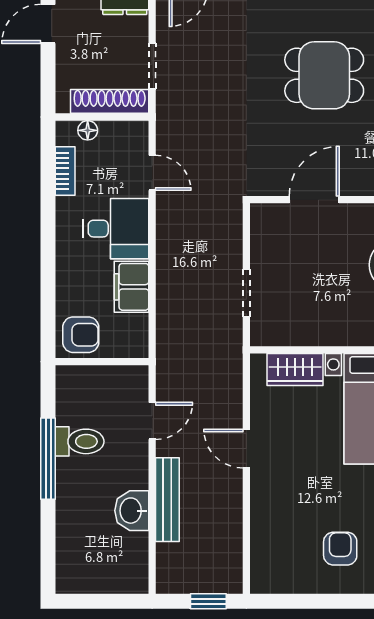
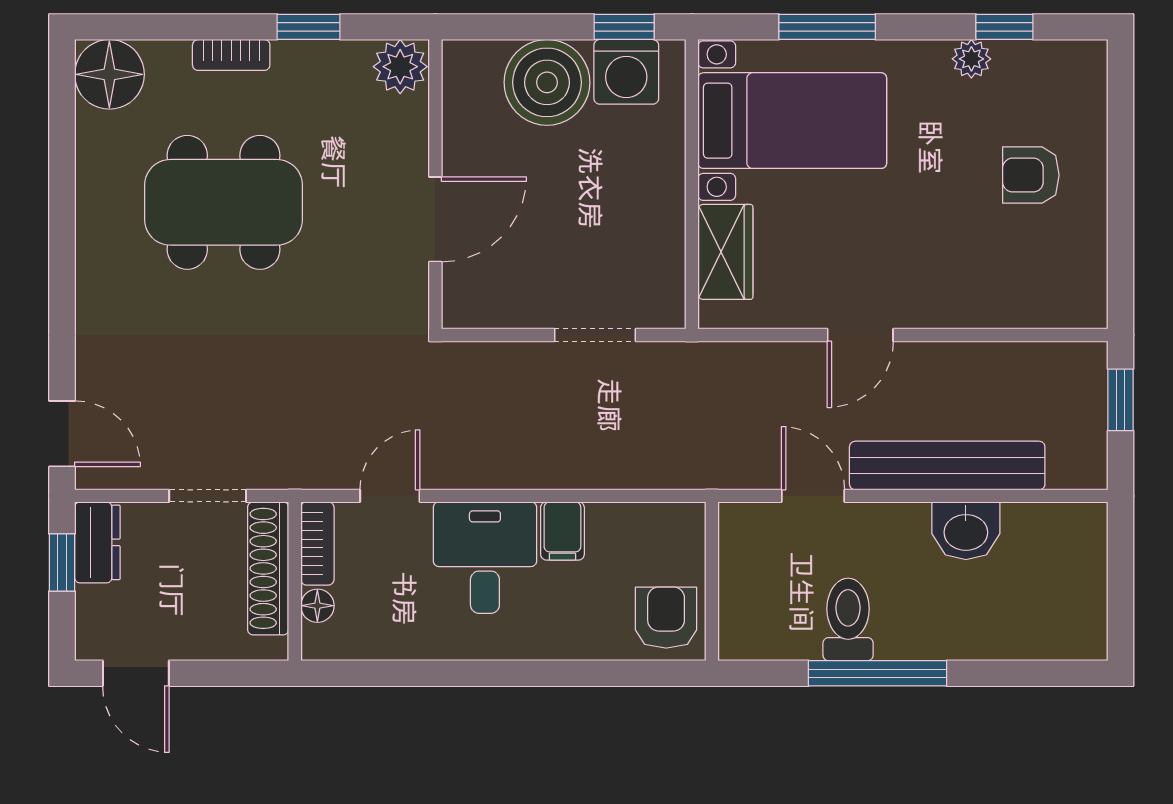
dining table: (324, 75) -> (224, 202), width x1.37
bookcase: (65, 171) -> (317, 543), moved, turned 90
door: (314, 200) -> (435, 219), swing flipped
filing cabinet: (132, 287) -> (562, 531), width x0.50
bench: (167, 500) -> (947, 466), width x1.37, depth x1.21

